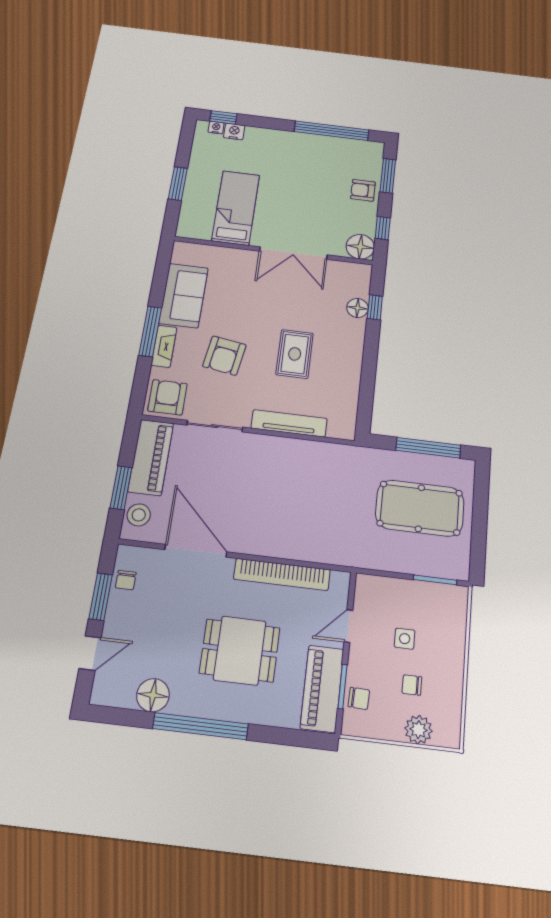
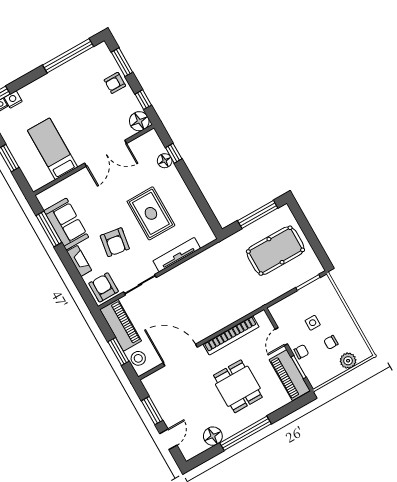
window: (150, 331) -> (49, 229), moved
rug: (295, 354) -> (151, 213), width x1.36, depth x1.43
chair: (126, 580) -> (158, 394), removed
dining table: (240, 650) -> (238, 386), turned 90
chair: (359, 698) -> (301, 352), moved

